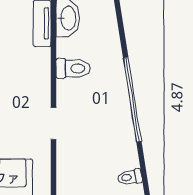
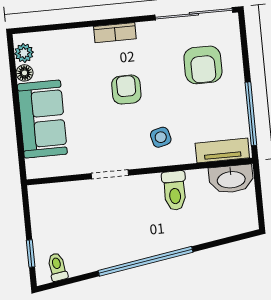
side table: (25, 76) -> (161, 137), added

